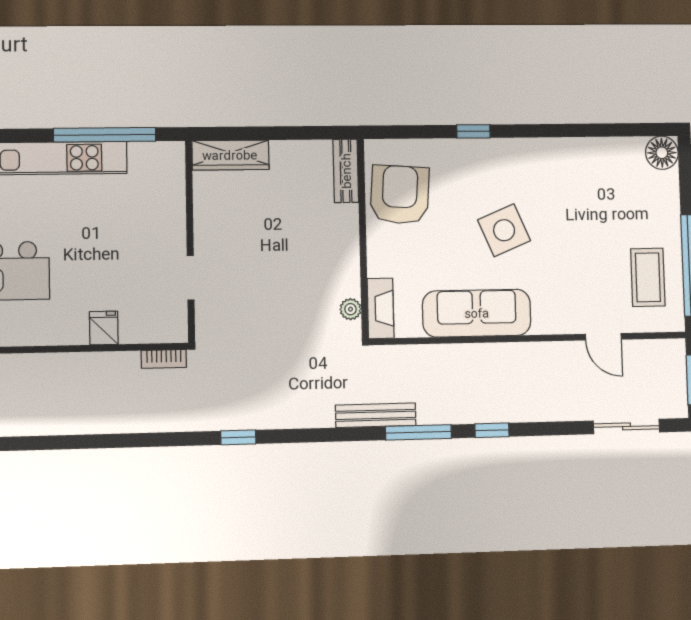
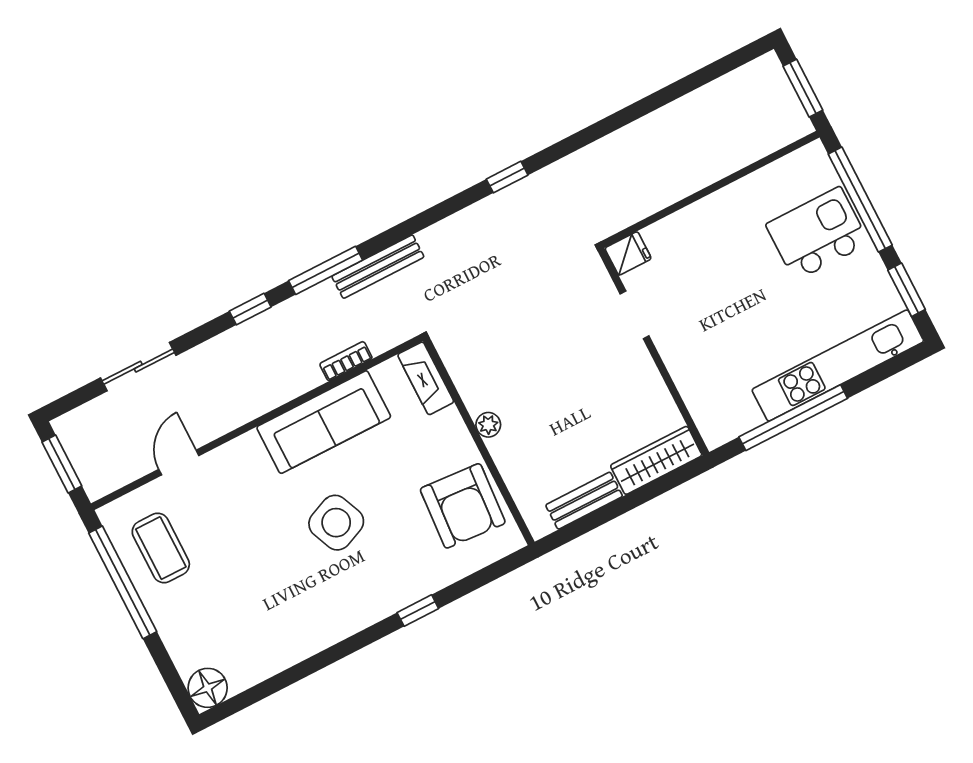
bench: (346, 171) -> (584, 501), moved, turned 90
plant: (351, 309) -> (488, 425), moved
fridge: (104, 328) -> (628, 253), moved, turned -90
door: (603, 337) -> (179, 462), hinge flipped
bookcase: (164, 359) -> (346, 361), moved
sliding door: (626, 426) -> (138, 367), moved

